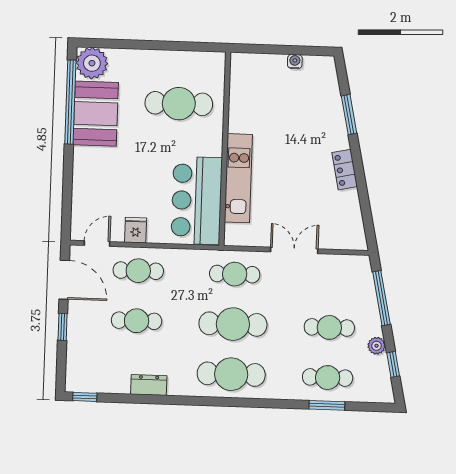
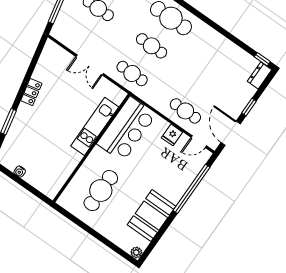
plant: (92, 63) -> (136, 252), width x0.53, depth x0.53
window: (70, 102) -> (191, 189), moved
cafe table: (179, 104) -> (101, 191), turned 90
cafe table: (137, 321) -> (205, 83), removed
cafe table: (233, 324) -> (152, 46), width x0.73, depth x0.74
dresser: (149, 385) -> (260, 75), moved, turned 90

